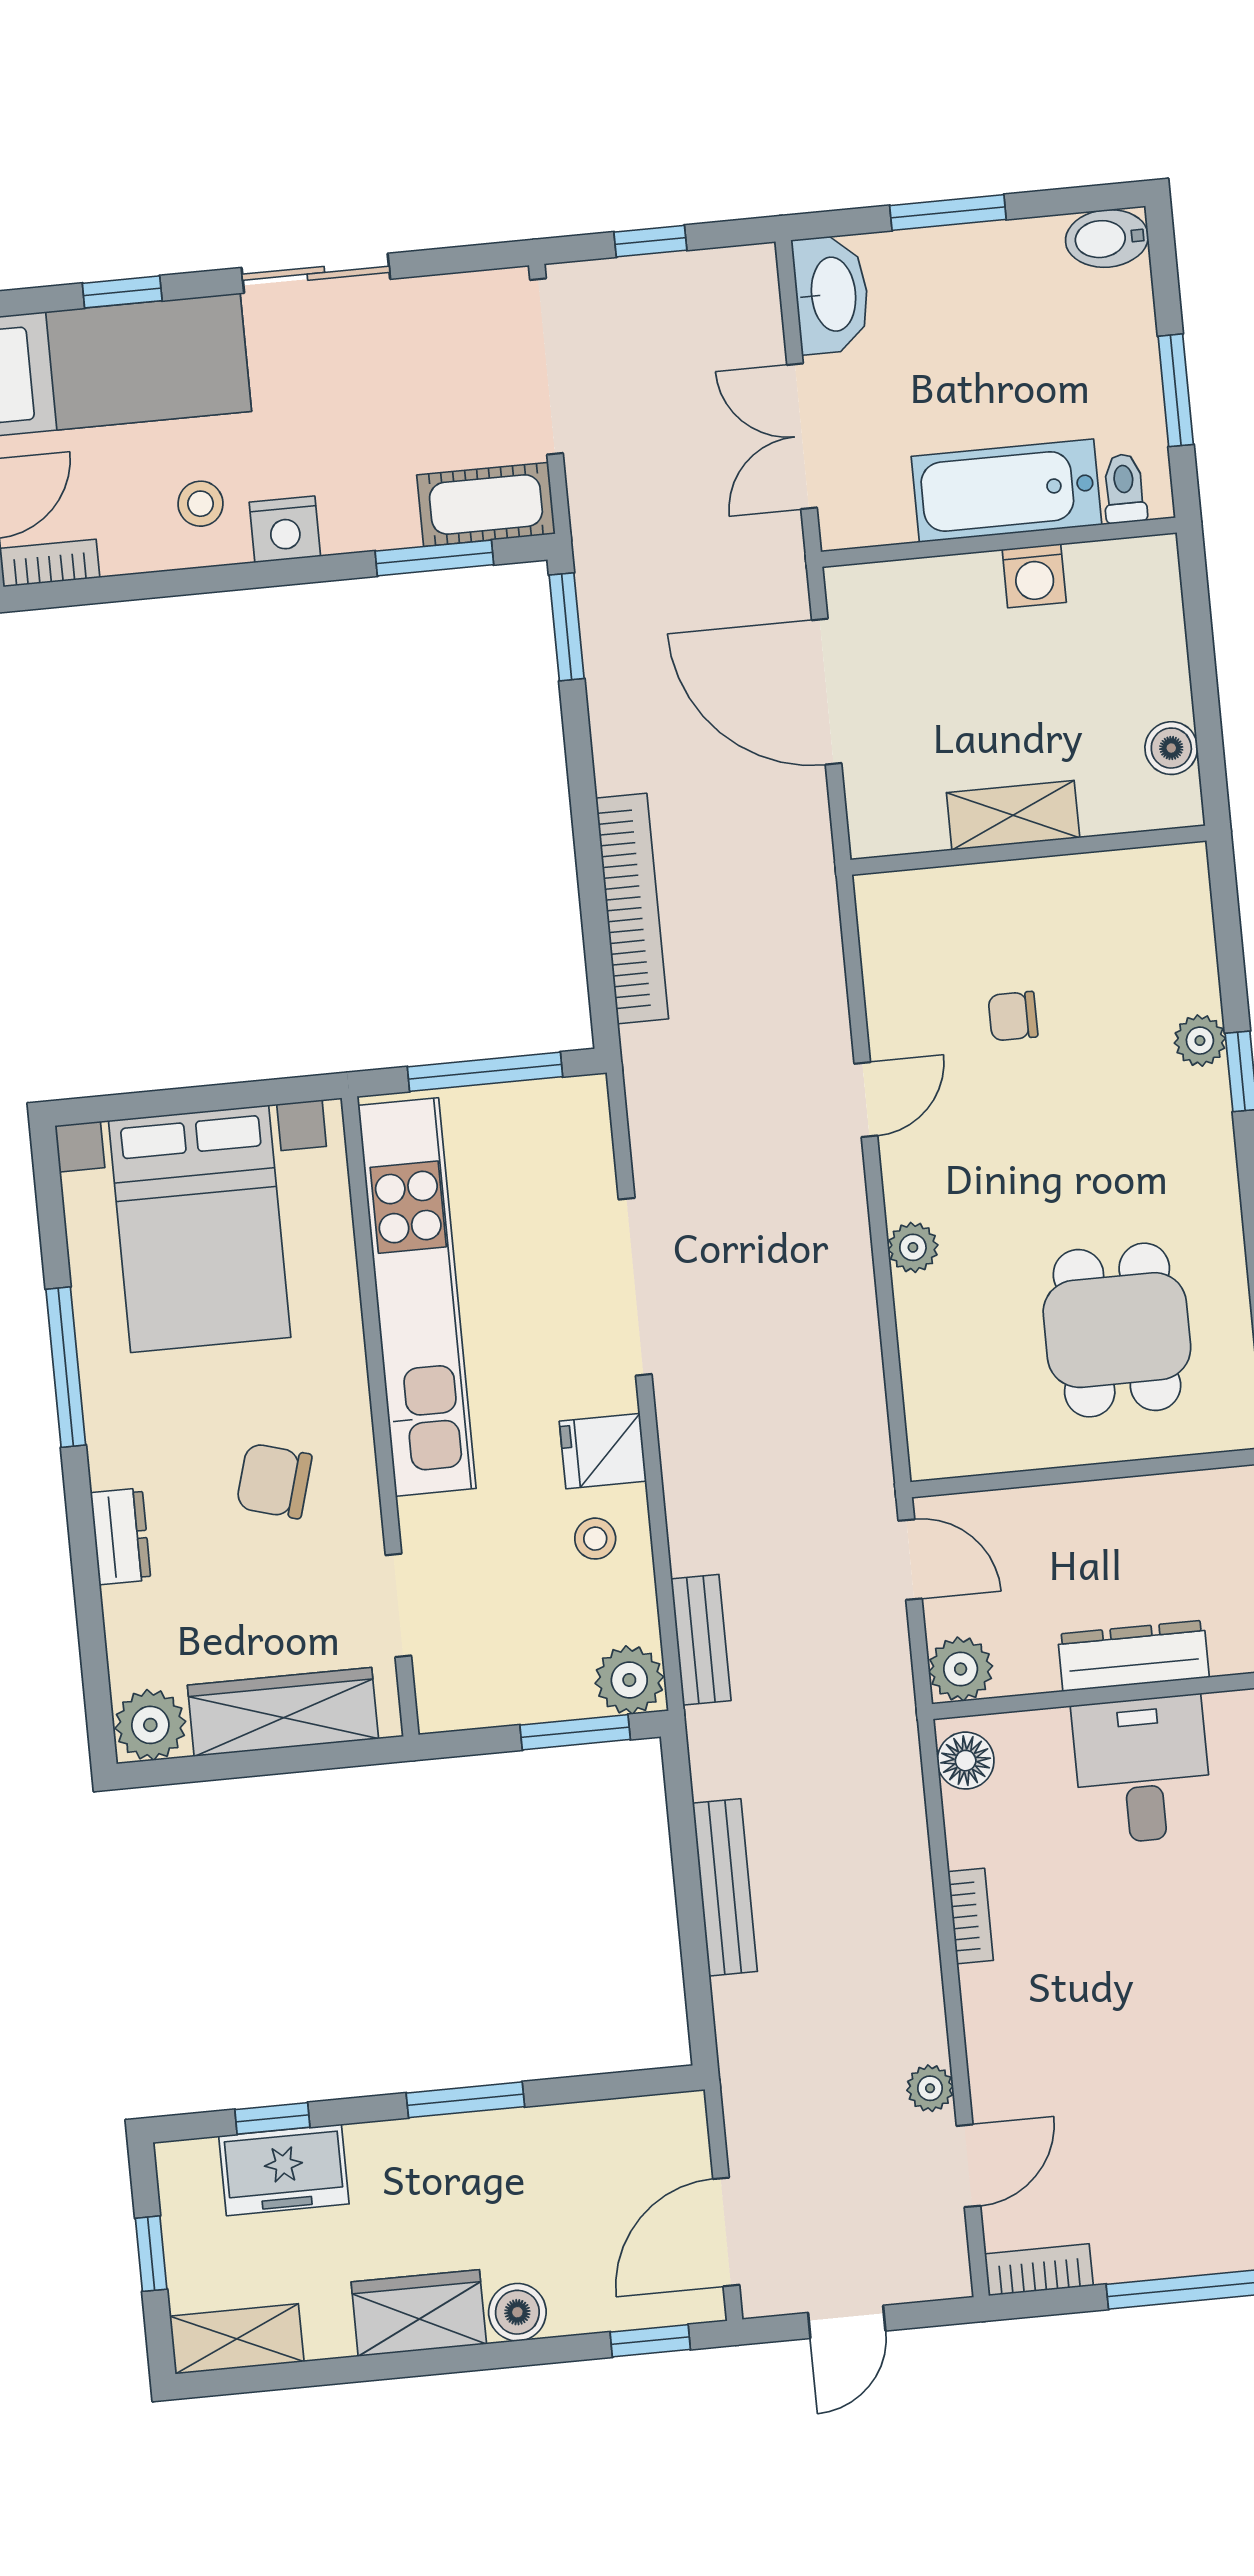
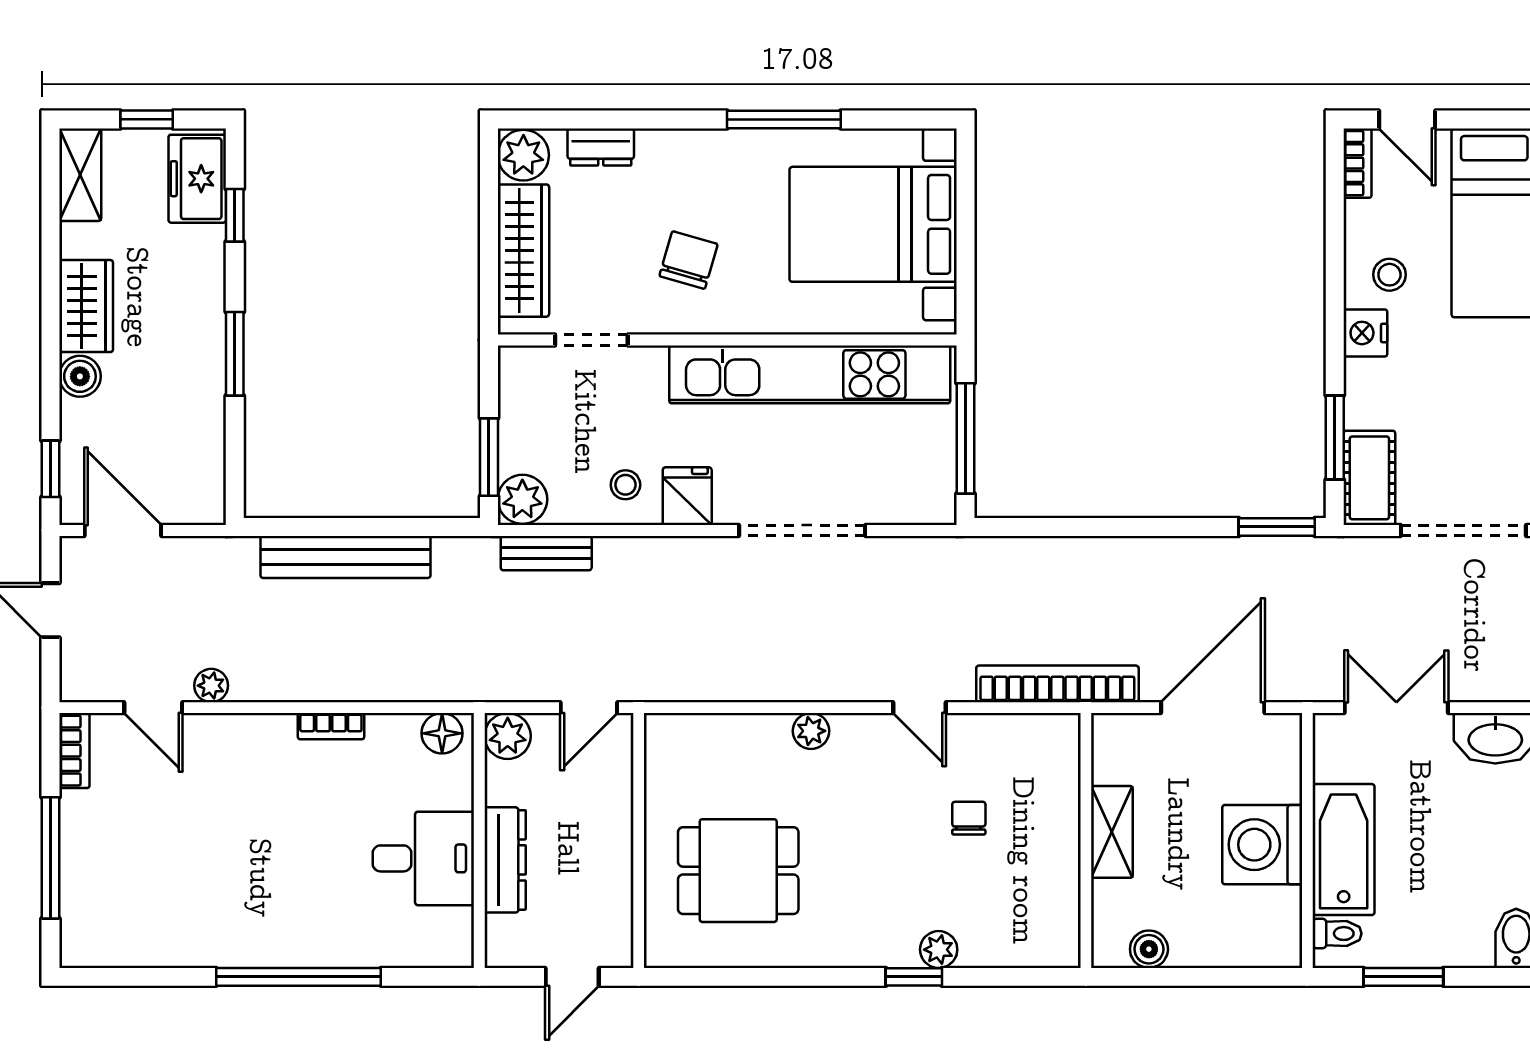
washing machine: (1034, 576) -> (1262, 845), width x1.89, depth x1.89
bookcase: (632, 909) -> (1057, 684), moved, turned 180
dresser: (121, 1536) -> (601, 147), moved
bench: (725, 1887) -> (345, 557), width x1.37, depth x1.21
freezer: (284, 2170) -> (197, 179), moved

